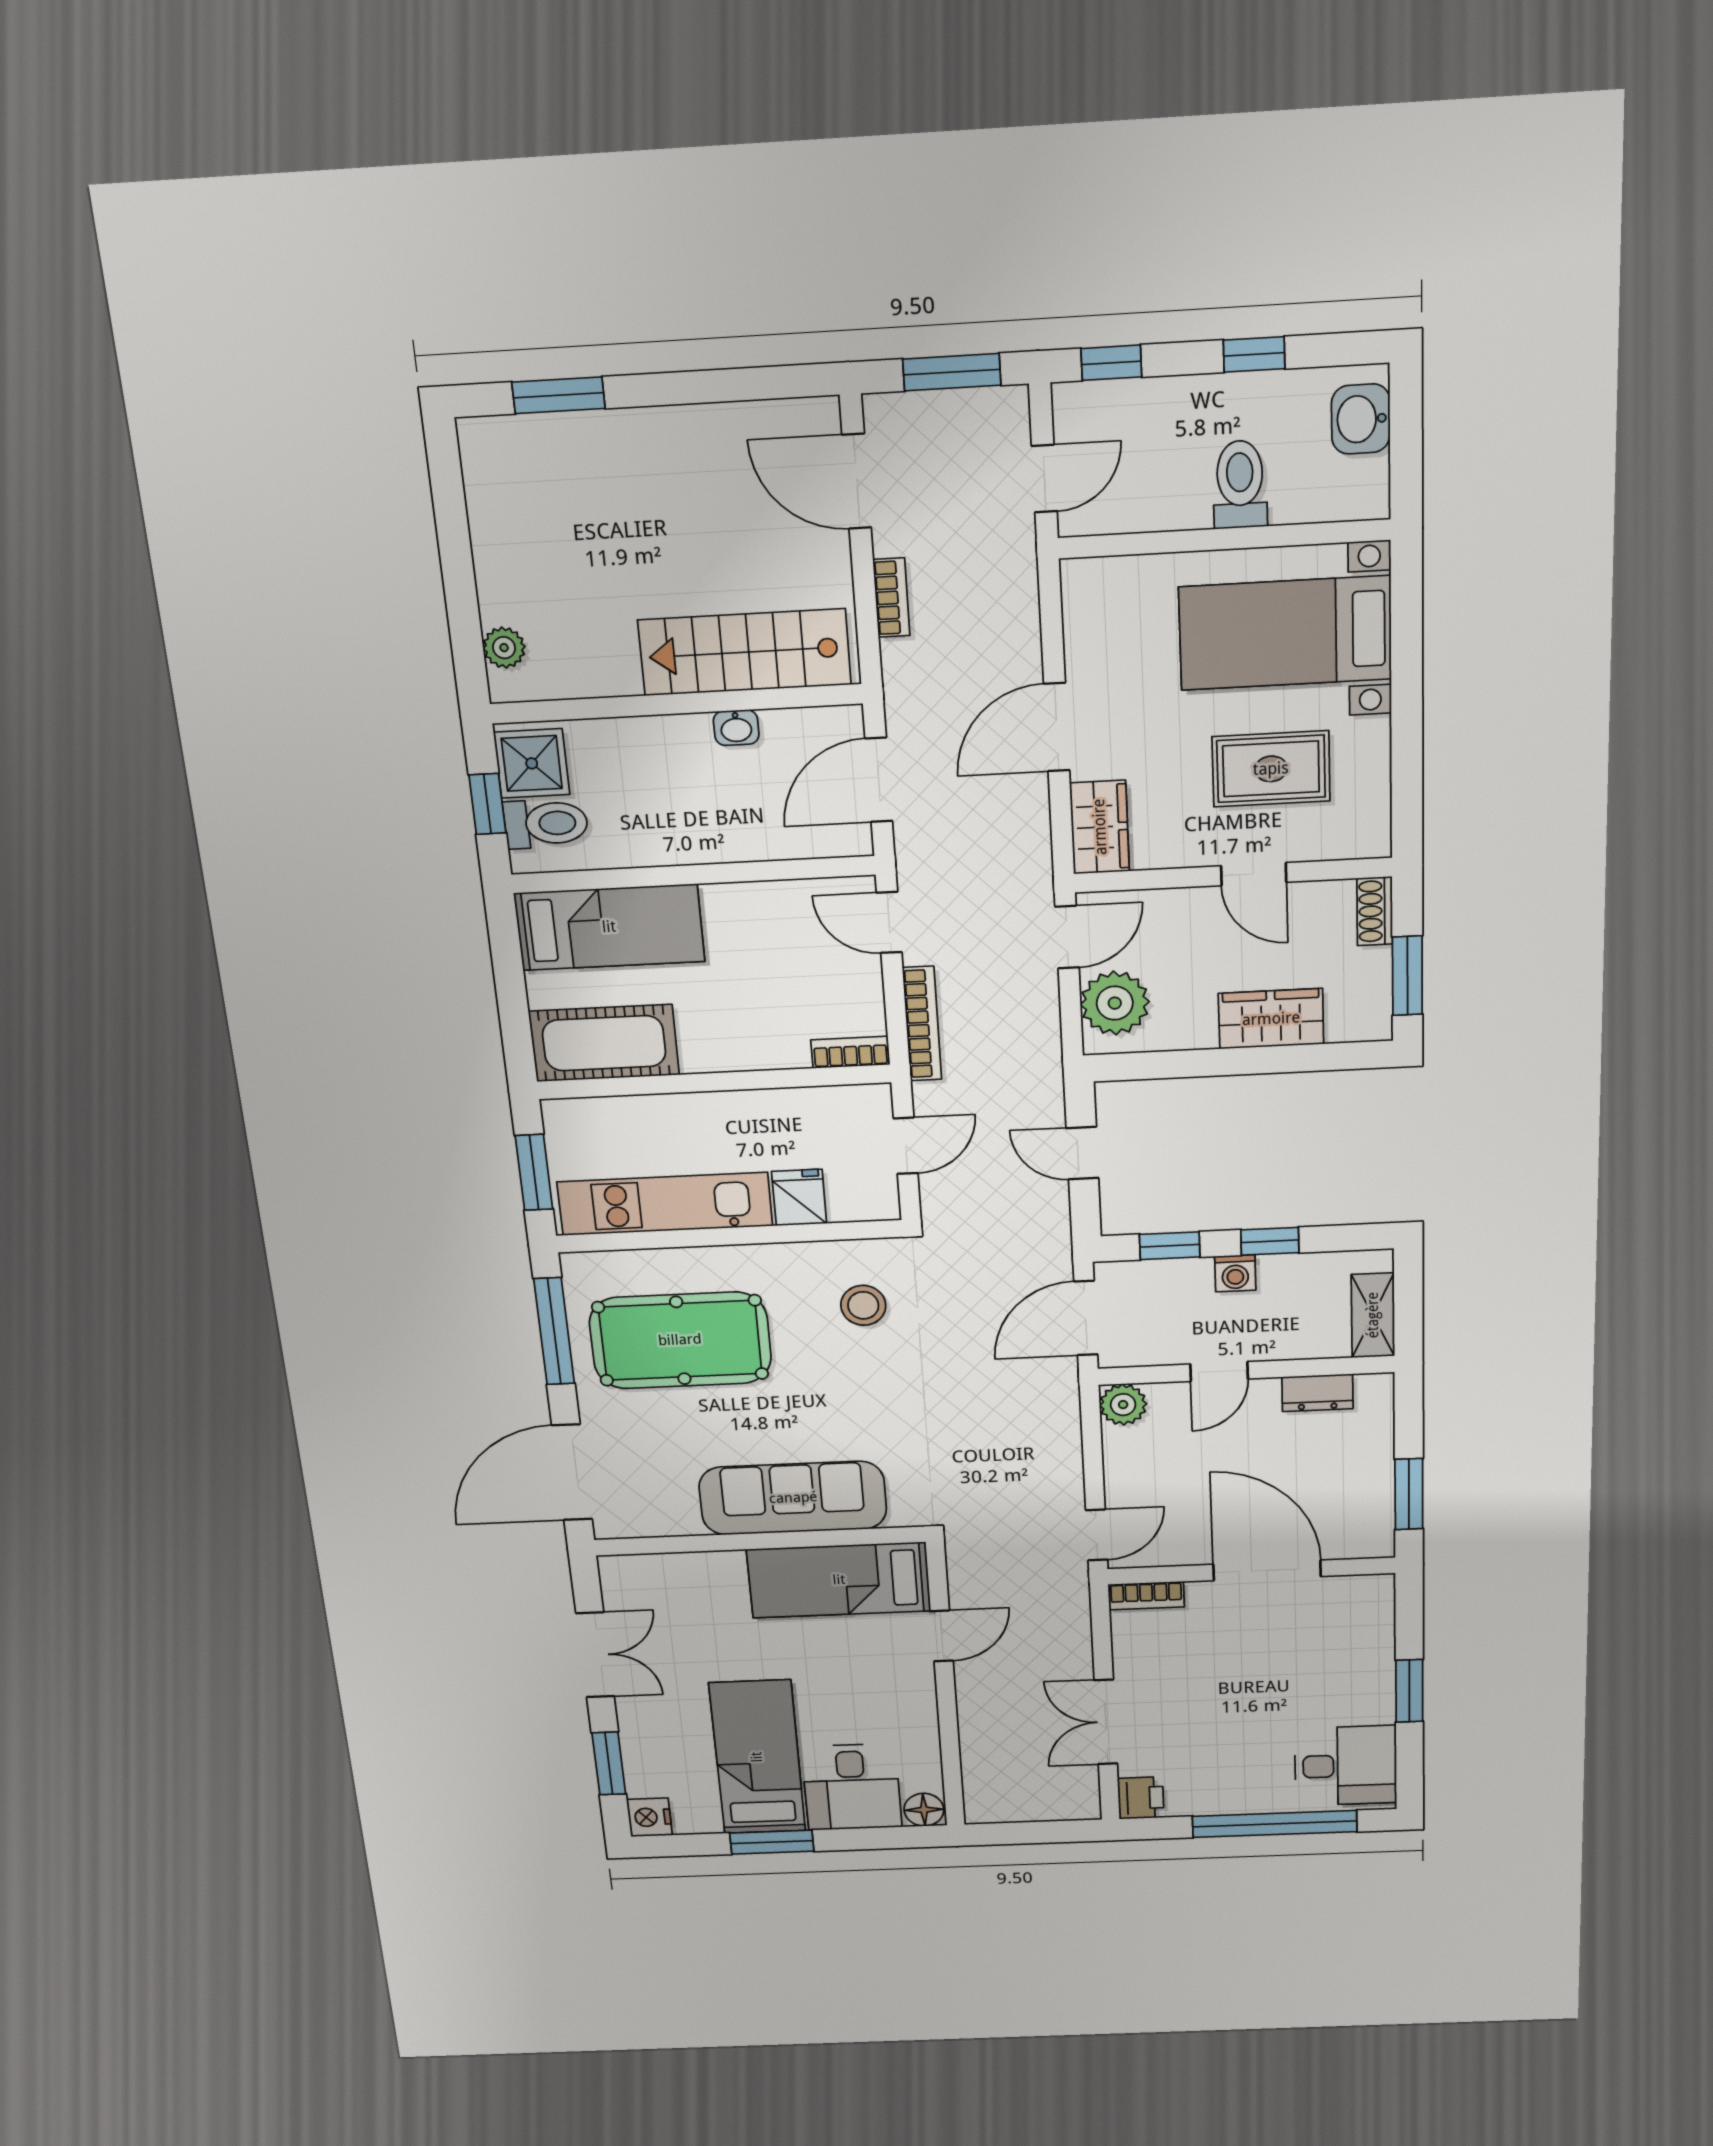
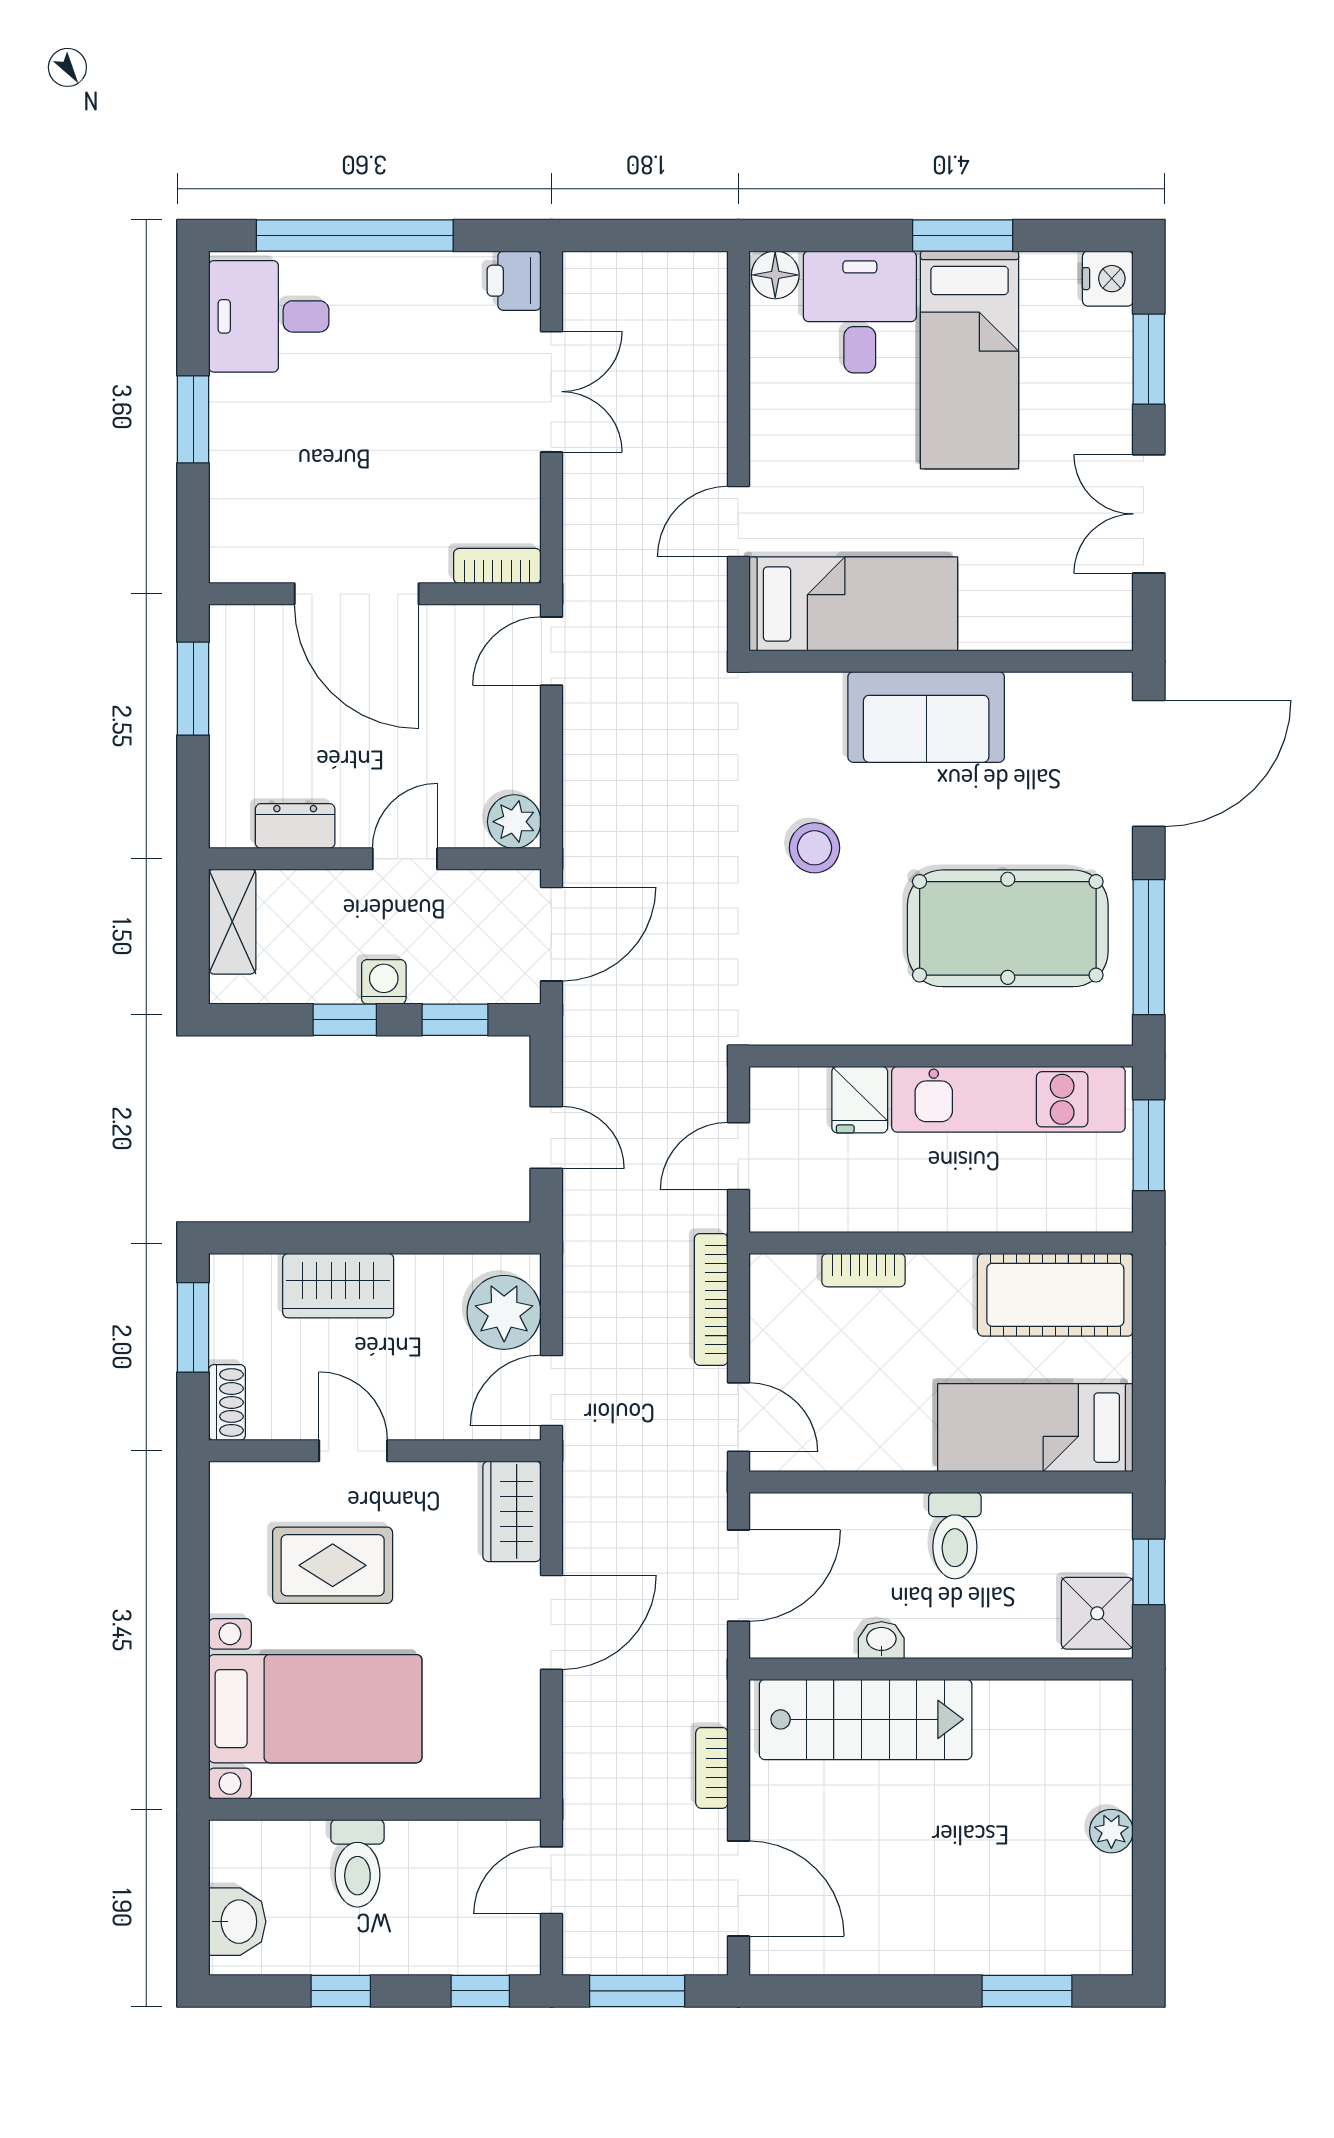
plant: (504, 648) -> (1111, 1831), moved
toilet: (546, 824) -> (955, 1536), moved, turned -90
bookcase: (850, 1052) -> (863, 1270), moved
stool: (863, 1305) -> (815, 848), moved
sofa: (793, 1498) -> (926, 717), width x0.73

